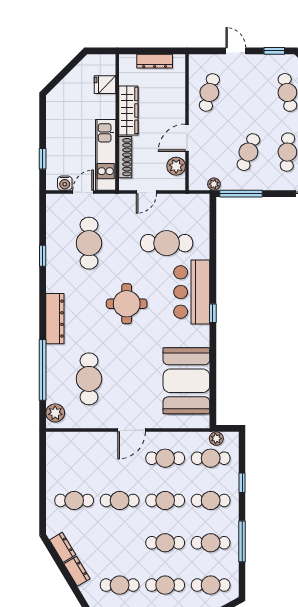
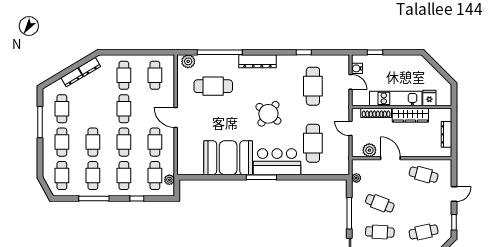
kitchen unit: (106, 155) -> (396, 98), moved
window: (241, 194) -> (349, 213), moved
cafe table: (89, 243) -> (313, 86), turned 90
round table: (127, 304) -> (268, 114), turned 38
window: (213, 313) -> (261, 177), width x2.17
booth: (186, 381) -> (228, 158), moved
cafe table: (74, 458) -> (155, 75), added

